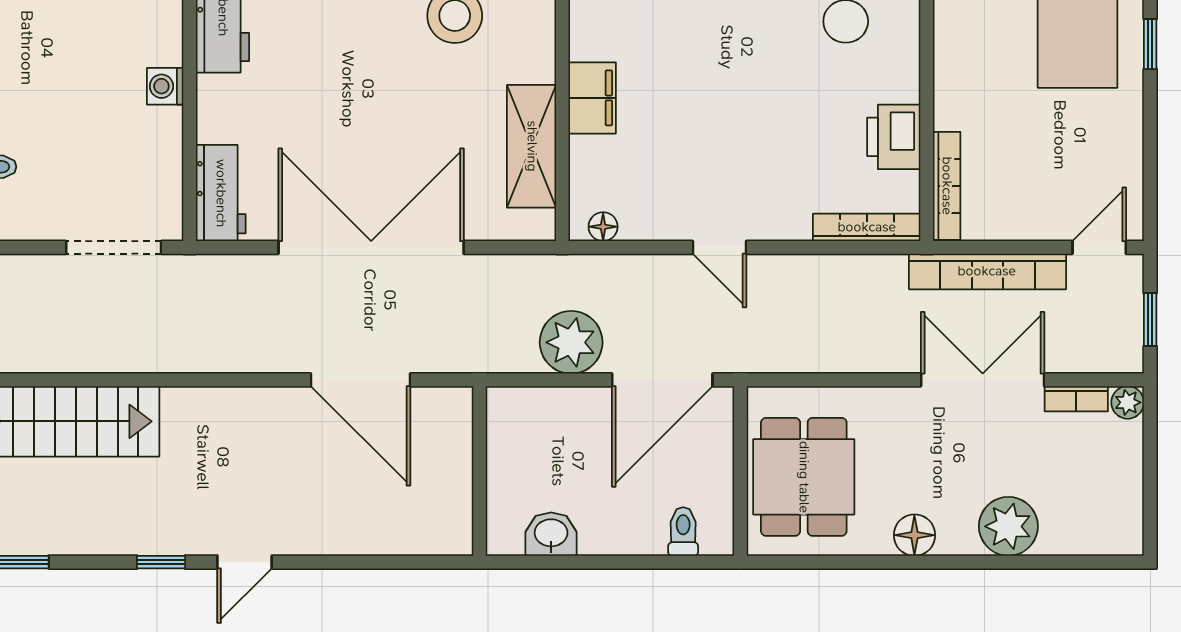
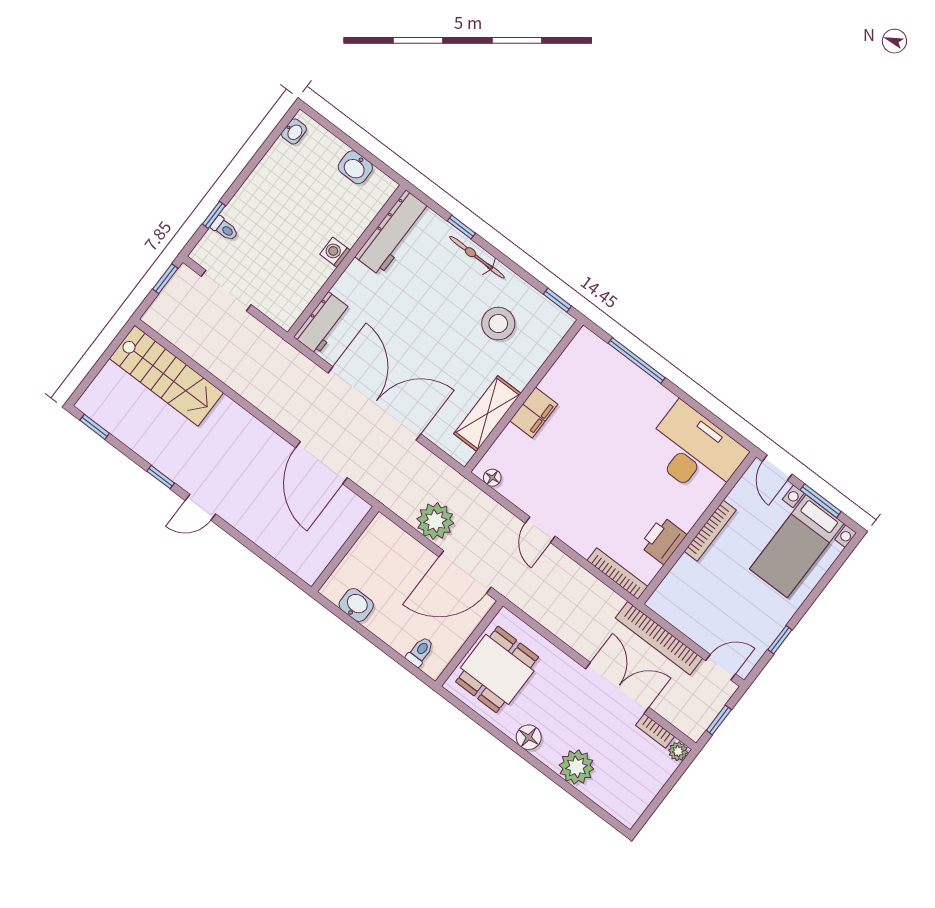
window: (1150, 44) -> (780, 640), moved
bookcase: (947, 186) -> (710, 531), moved
doorway: (114, 247) -> (226, 291), moved

